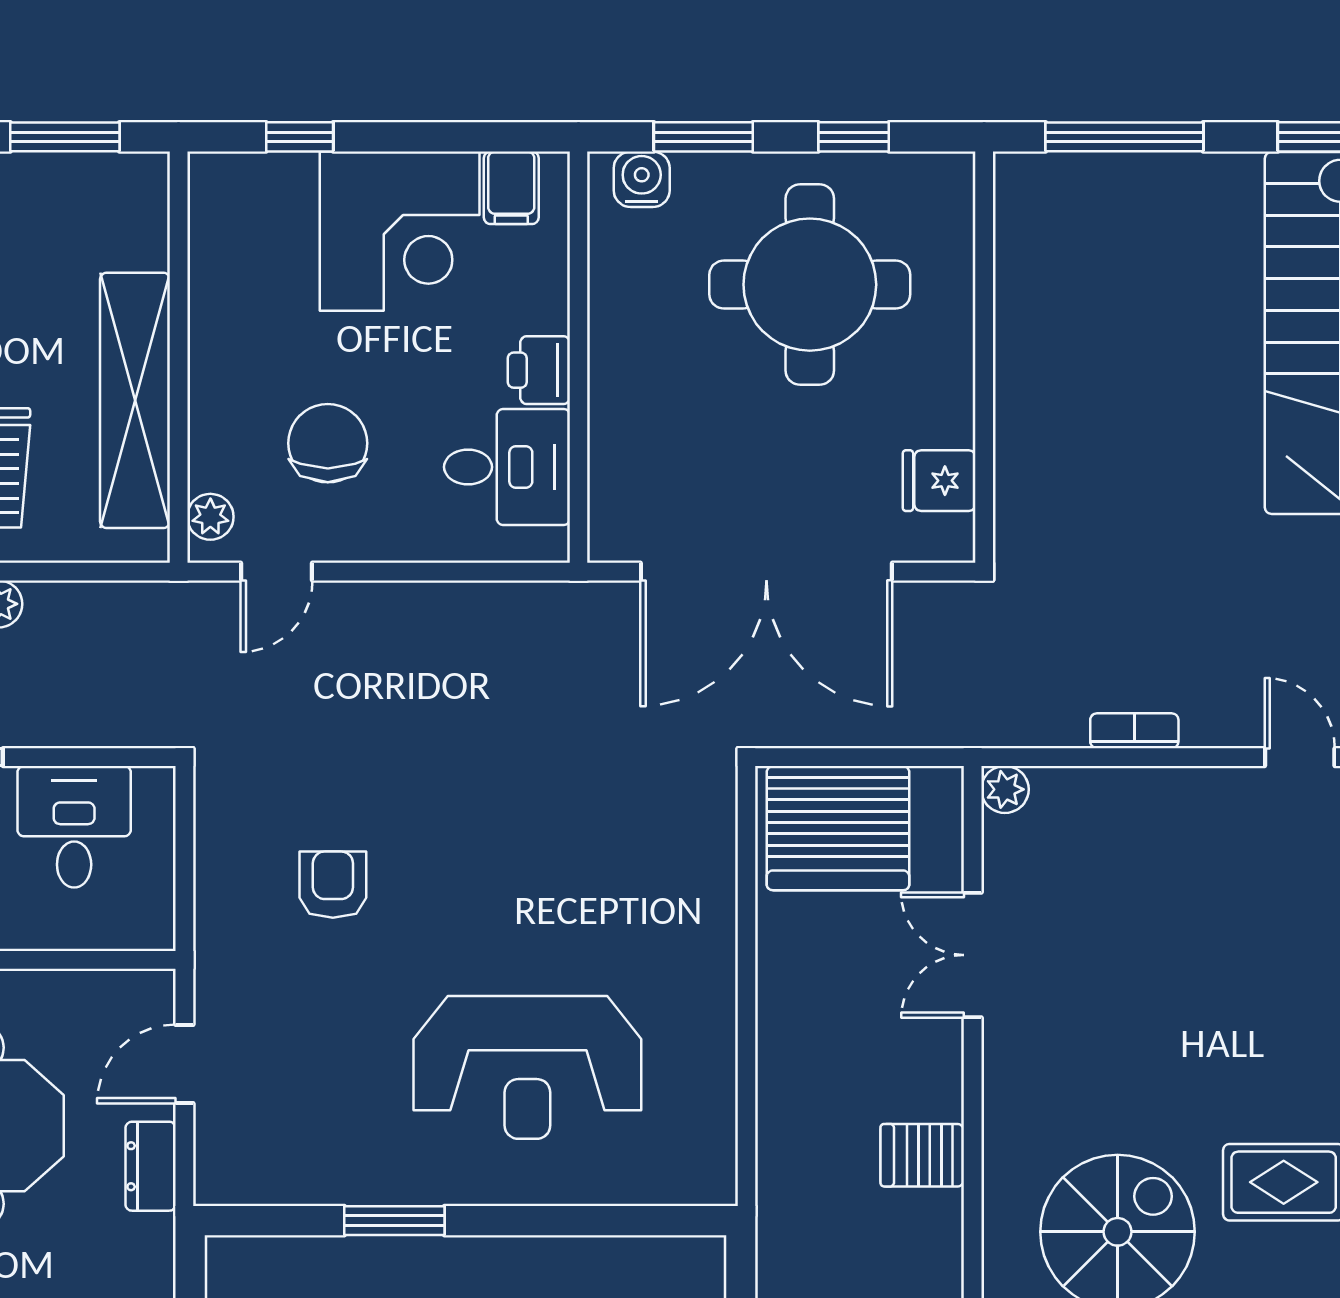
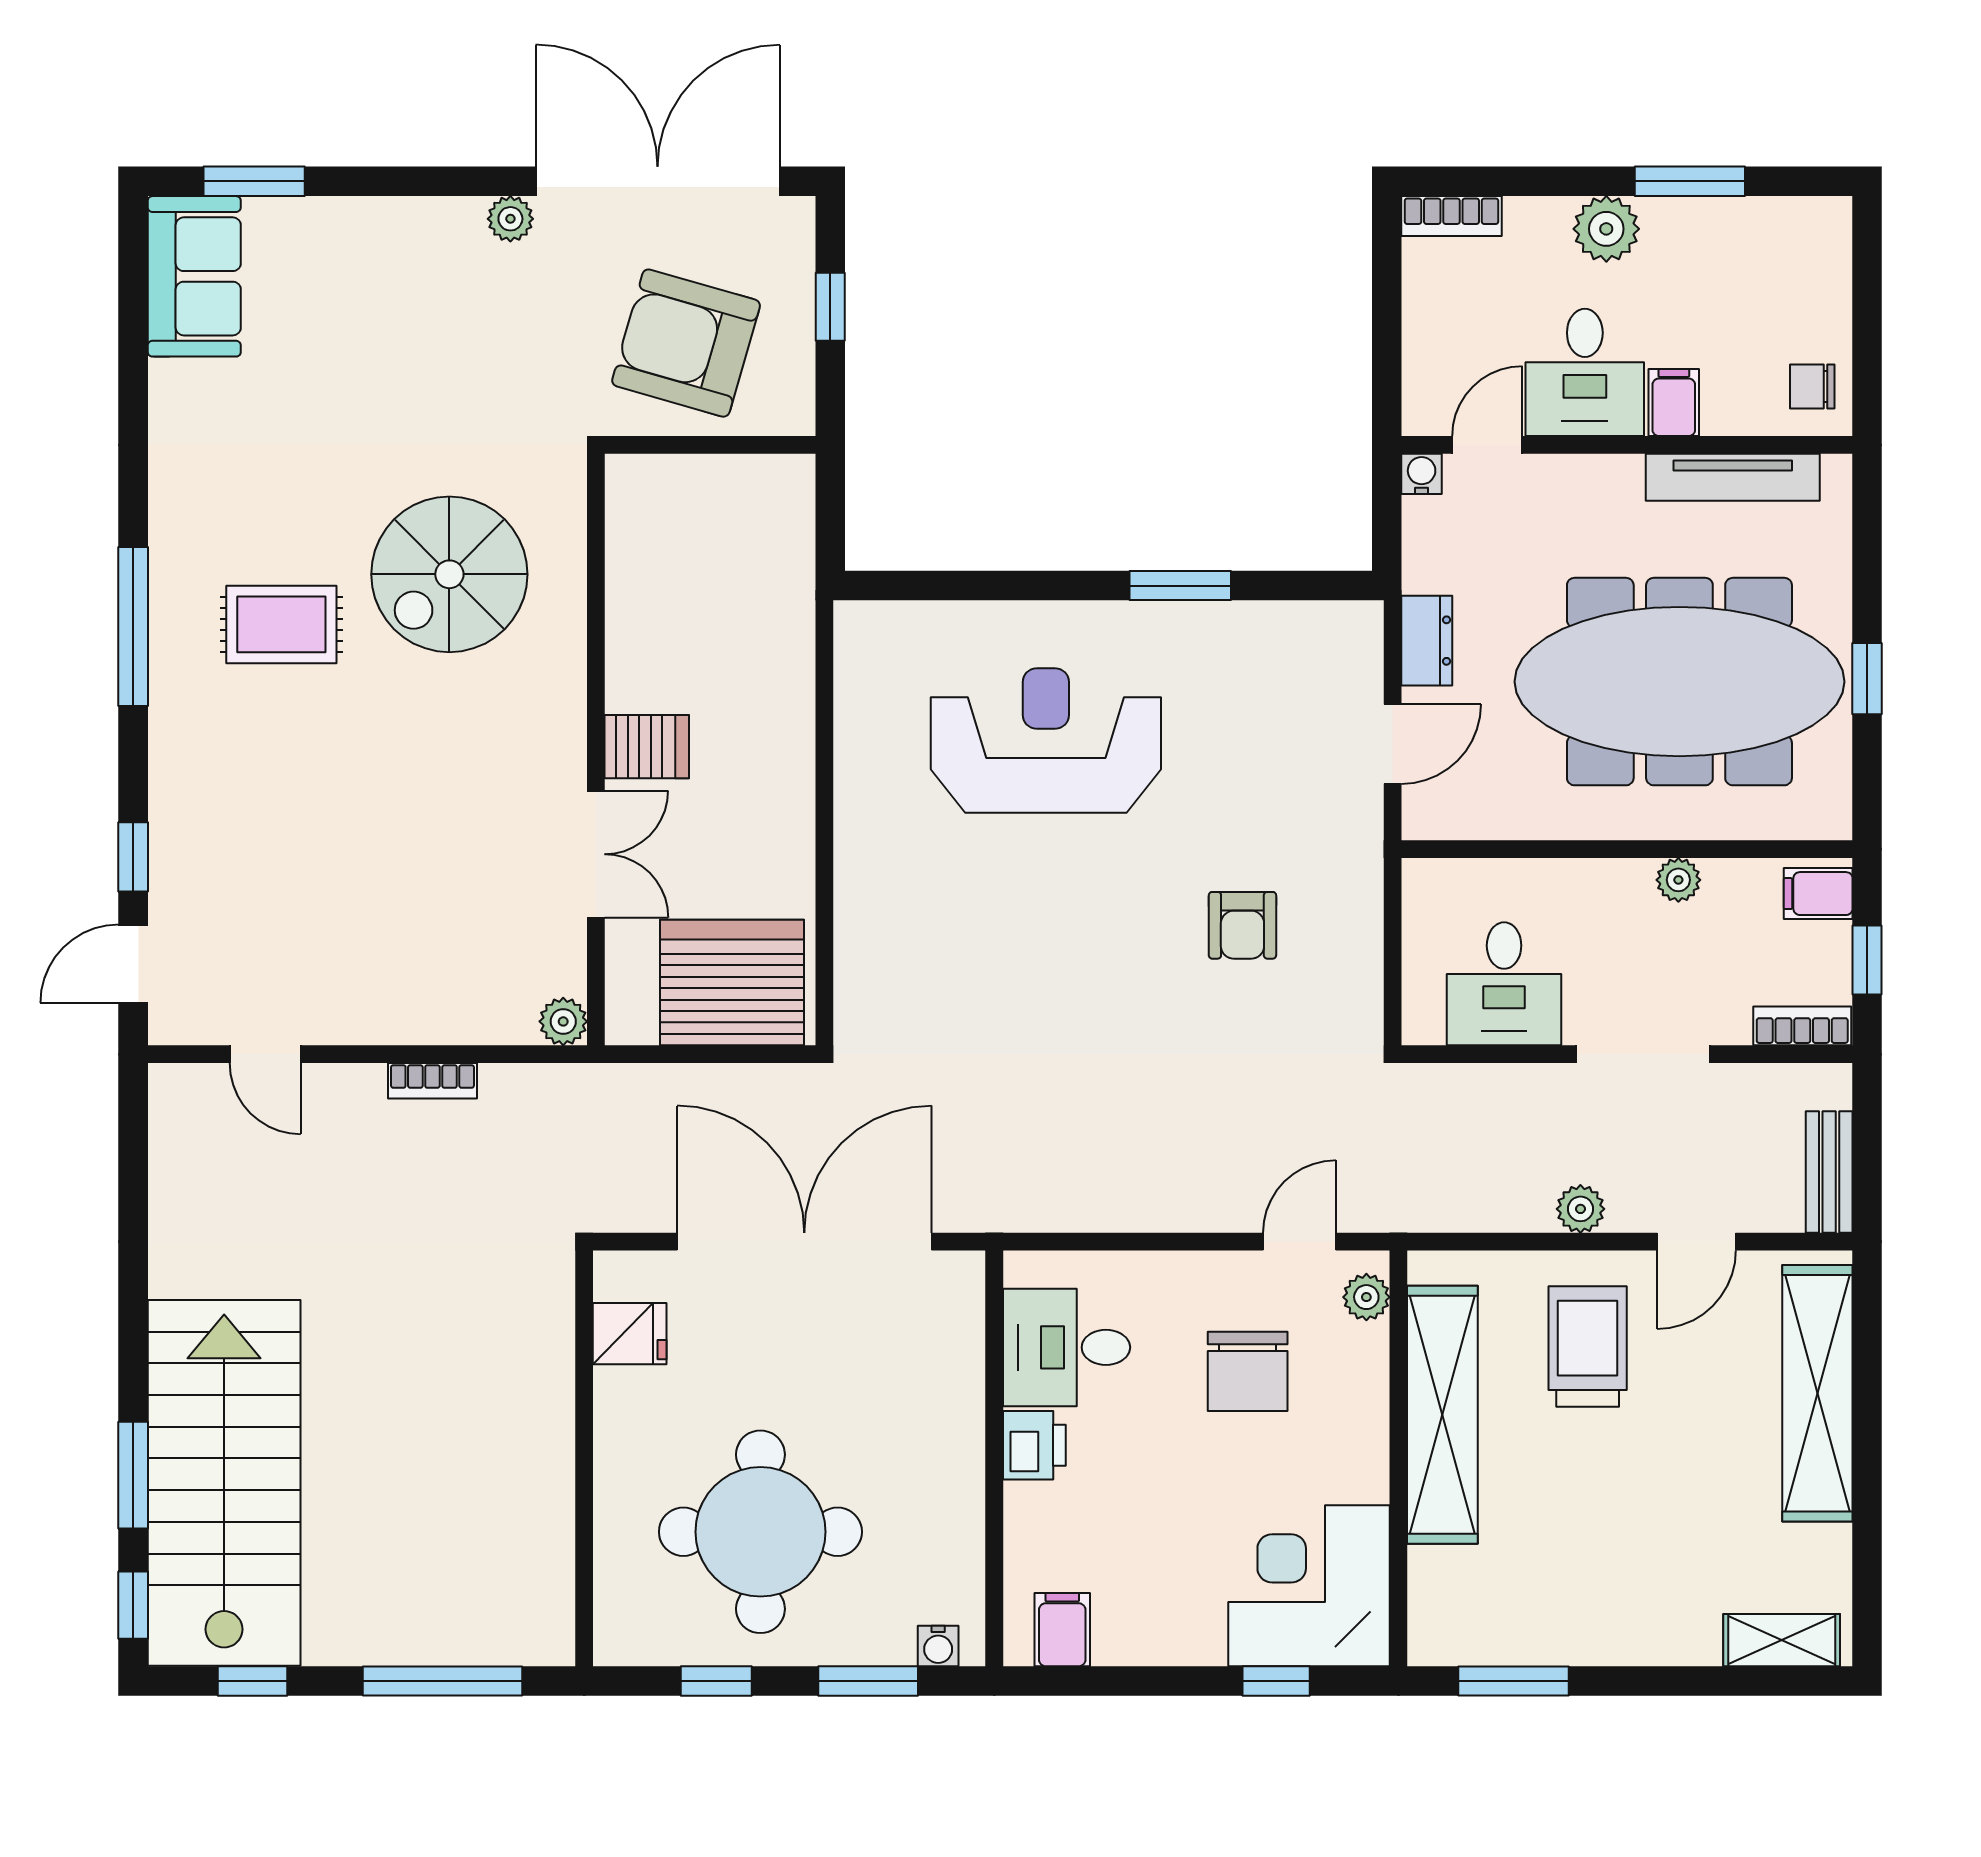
water cooler: (642, 179) -> (938, 1646), width x0.72, depth x0.72
corner desk: (400, 231) -> (1309, 1586), moved
server rack: (922, 1155) -> (647, 747), moved

